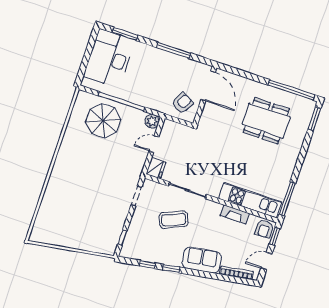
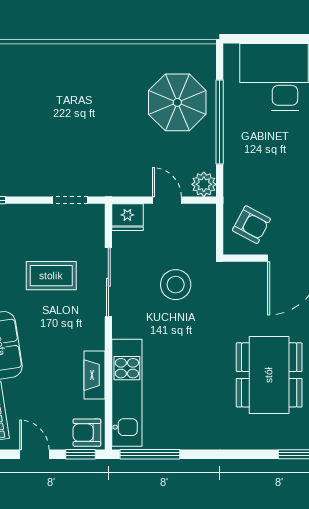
stool: (201, 155) -> (176, 285), added
coffee table: (174, 220) -> (51, 276), turned -67

